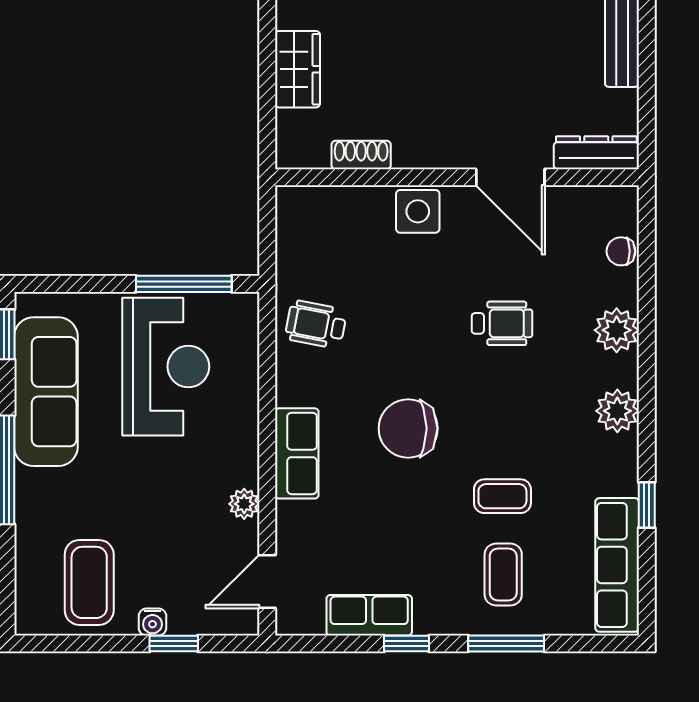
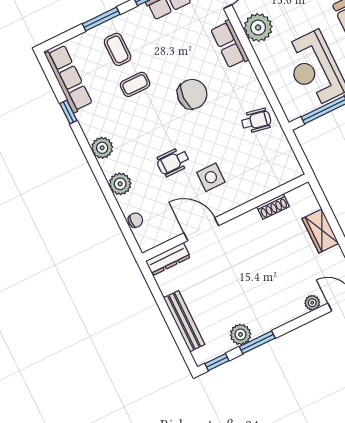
side table: (418, 211) -> (211, 177), moved
row of seats: (297, 453) -> (230, 44), moved
plant: (244, 504) -> (258, 28), width x1.88, depth x1.88

